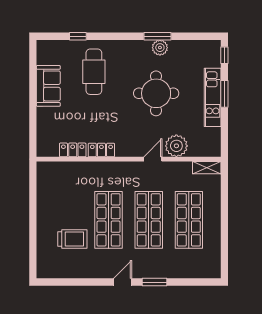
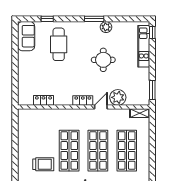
window: (158, 36) -> (94, 19), moved
sofa: (48, 86) -> (26, 36), moved
round table: (156, 93) -> (103, 60), width x0.73, depth x0.73
window: (224, 94) -> (152, 90), moved
kitchen unit: (213, 97) -> (144, 46), moved
locker: (101, 150) -> (83, 100), moved

